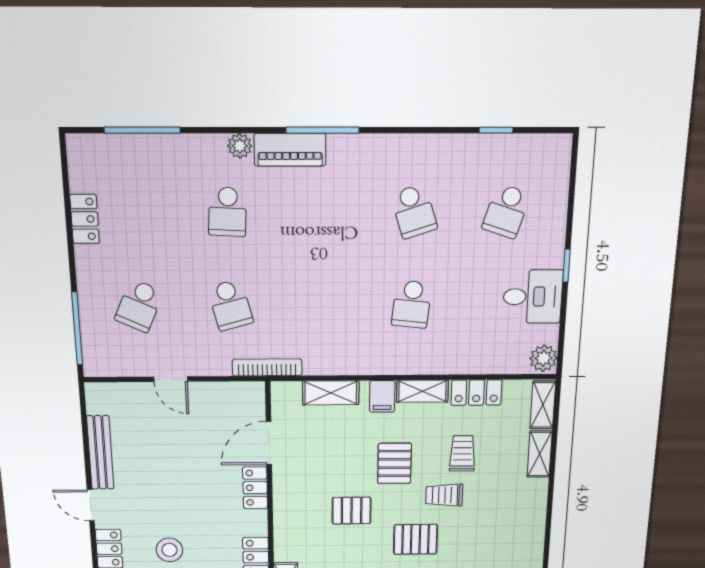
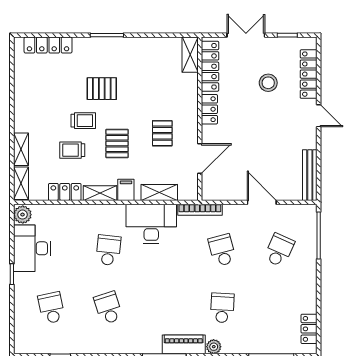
school desk: (506, 211) -> (51, 308), turned -30
locker: (85, 219) -> (309, 329), moved
desk: (533, 297) -> (32, 248), width x1.37
desk: (343, 345) -> (151, 224), added
door: (171, 379) -> (262, 202), width x1.37
bench: (100, 453) -> (310, 175), moved
trolley: (462, 453) -> (72, 150), turned 90
locker: (255, 488) -> (209, 109), moved
pallet: (352, 511) -> (162, 133), moved, turned 90

